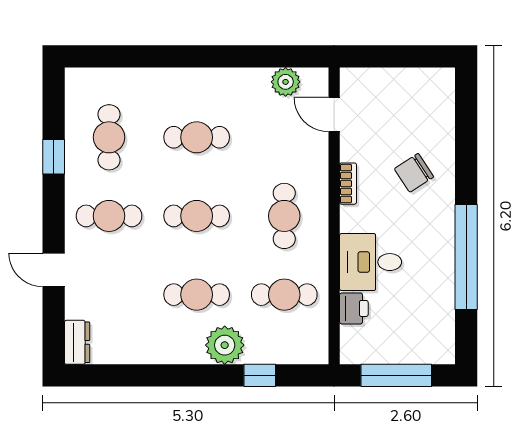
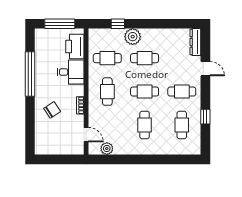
cafe table: (197, 137) -> (145, 125), turned 90
printer: (354, 308) -> (75, 46), width x1.87, depth x1.48
dresser: (77, 342) -> (195, 42), width x1.44

